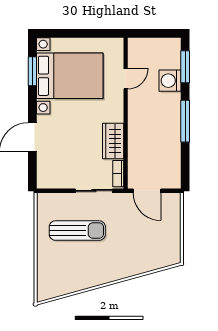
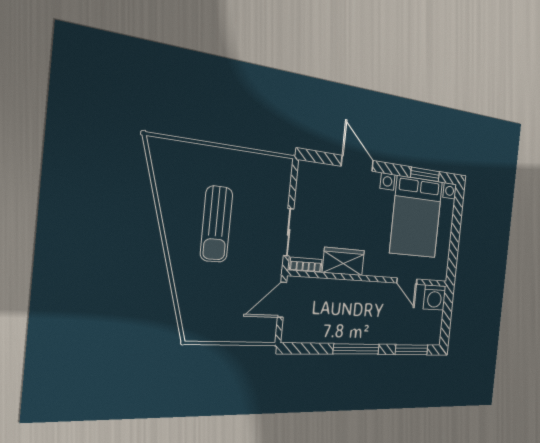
washing machine: (170, 81) -> (435, 298), moved, turned 180
sun lounger: (77, 231) -> (216, 224), moved

